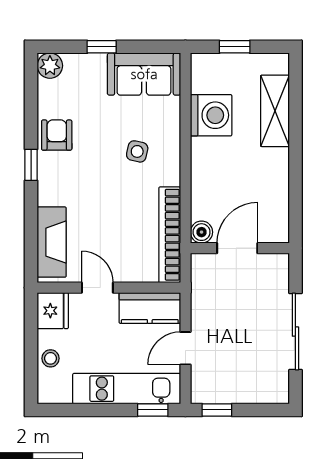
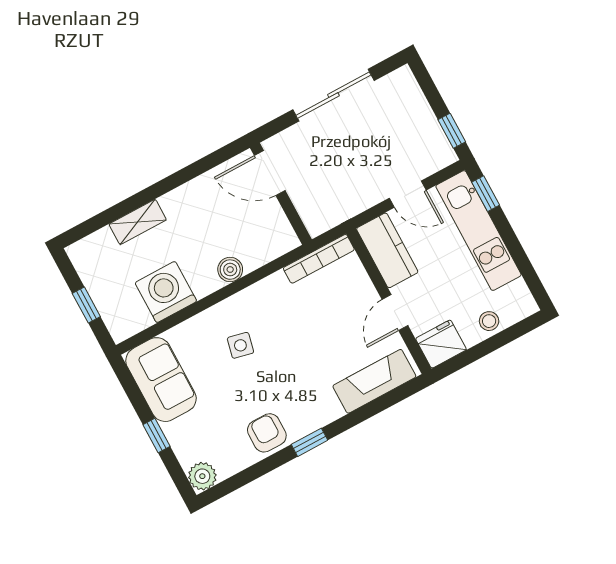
shelving: (275, 111) -> (138, 222), width x0.67, depth x0.75
armchair: (57, 135) -> (267, 433), turned 90
boiler: (202, 232) -> (230, 270), moved
bookcase: (170, 235) -> (319, 259), width x0.68, depth x0.76
door: (237, 248) -> (270, 173), moved

